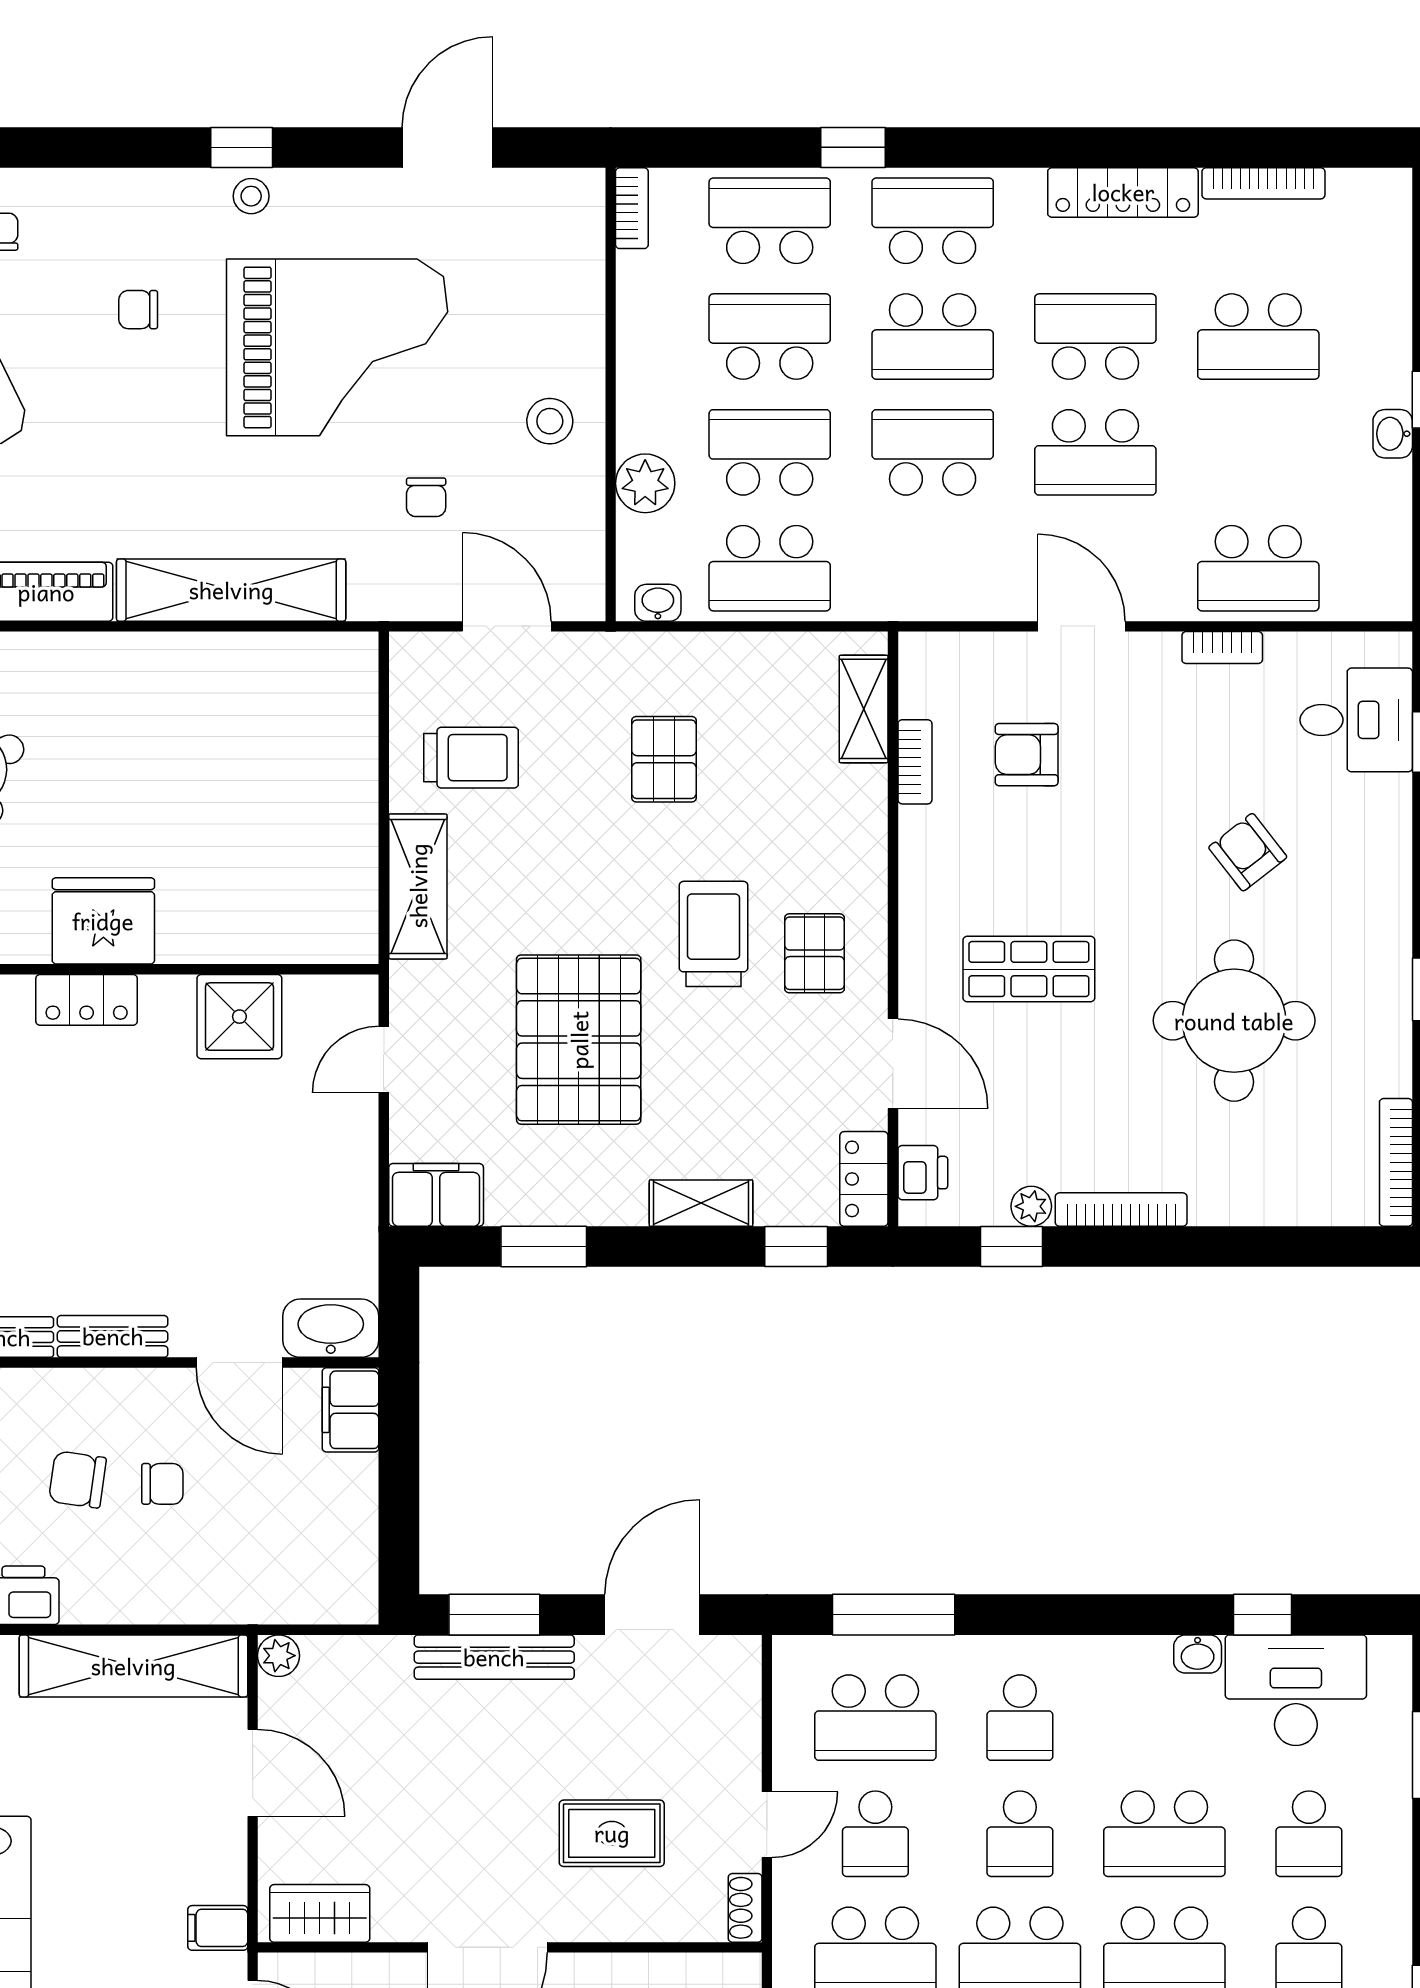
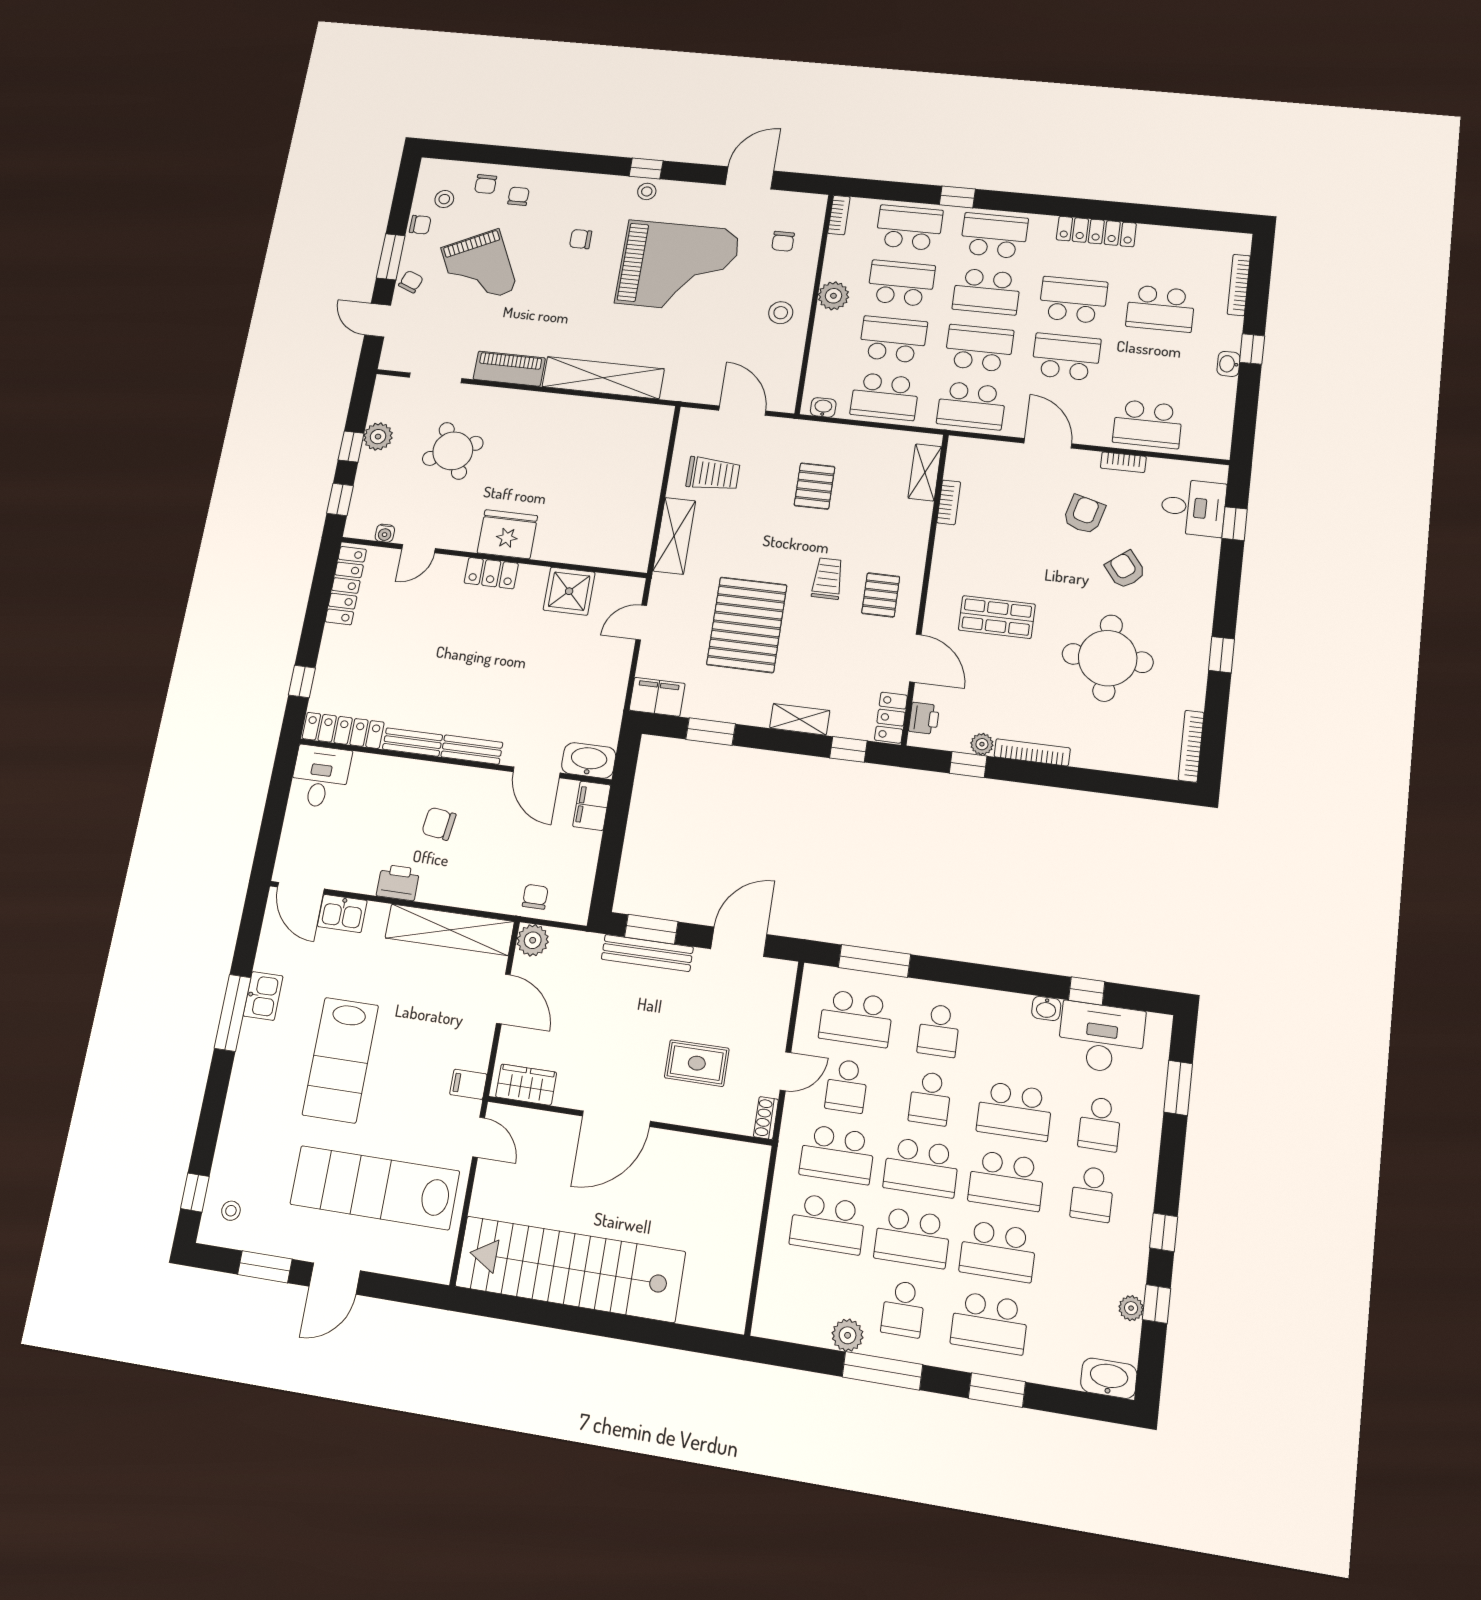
bookcase: (1263, 183) -> (1239, 285), moved, turned 90
school desk: (1095, 452) -> (1066, 357), turned 180
plant: (645, 483) -> (833, 296), moved
chair: (426, 497) -> (783, 241), moved
school desk: (933, 568) -> (971, 406), added
armchair: (1027, 755) -> (1084, 514), moved, turned 105
trolley: (713, 934) -> (828, 578), width x0.73, depth x0.72
chair: (162, 1484) -> (535, 897), moved, turned -90
plant: (279, 1656) -> (533, 940), width x1.38, depth x1.38

